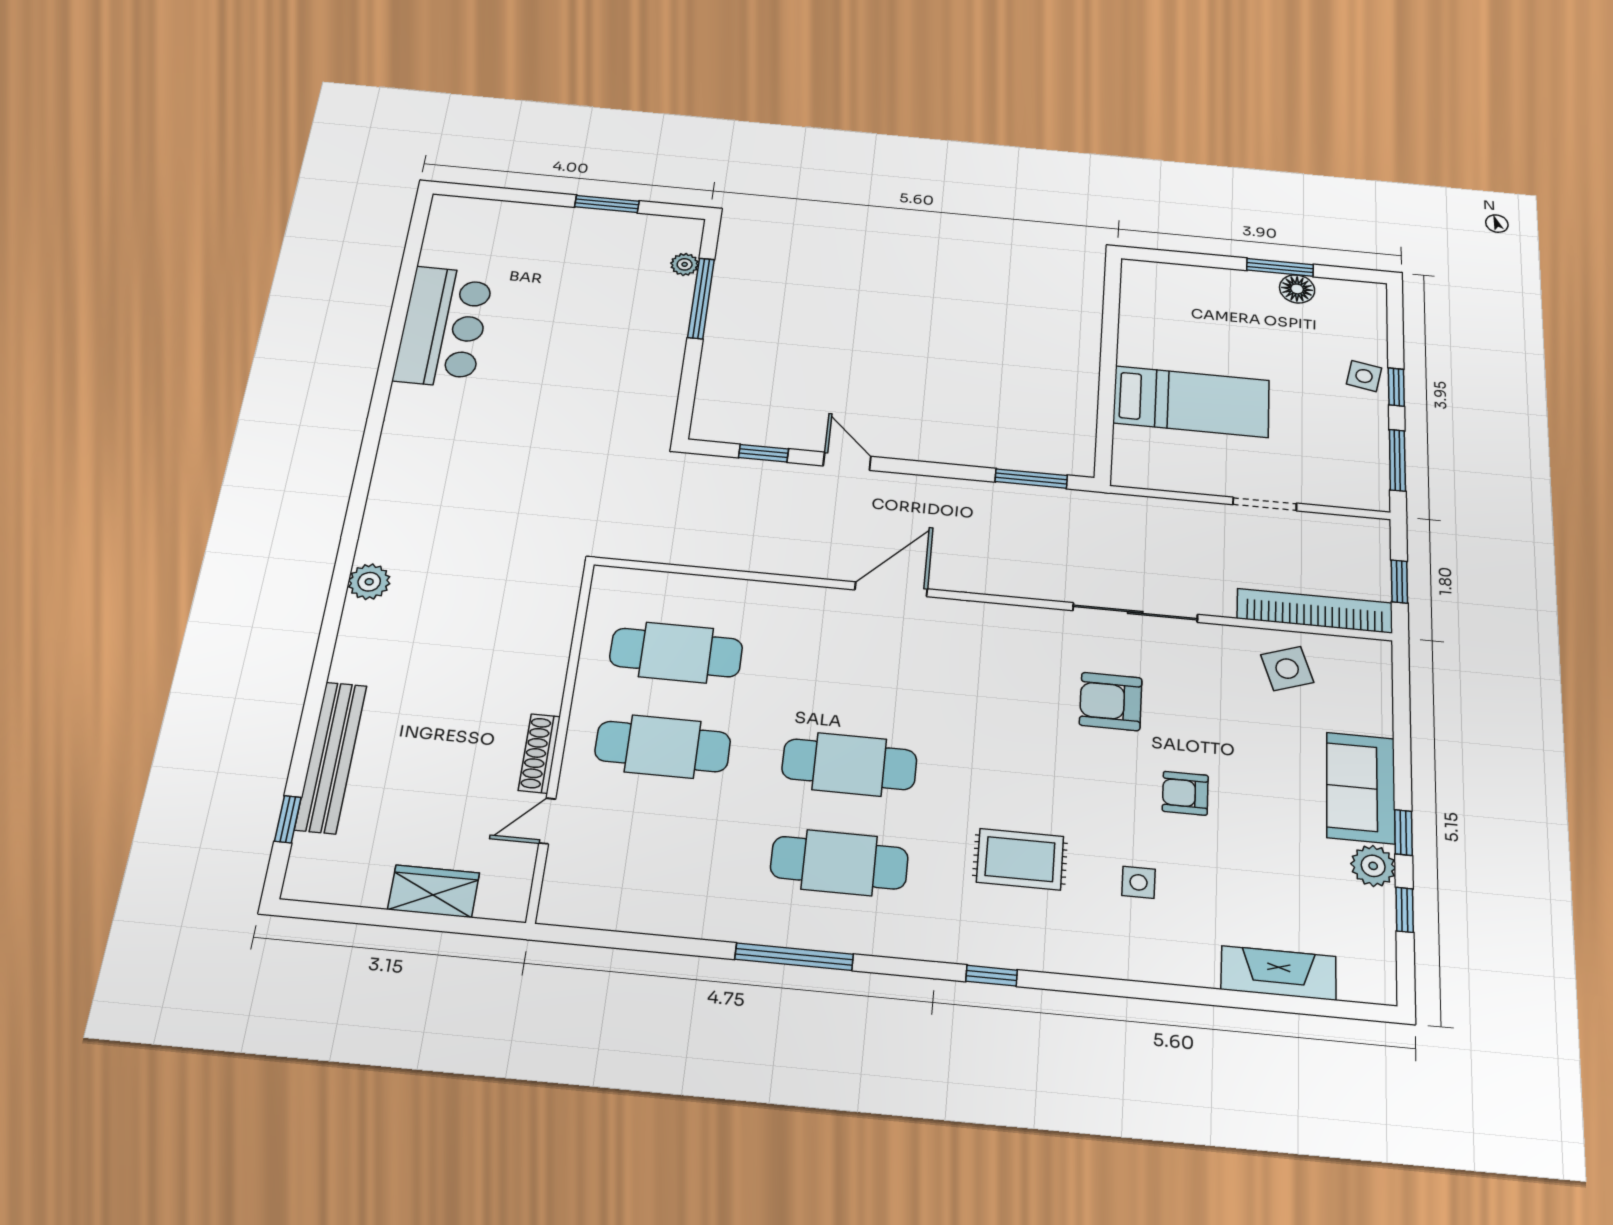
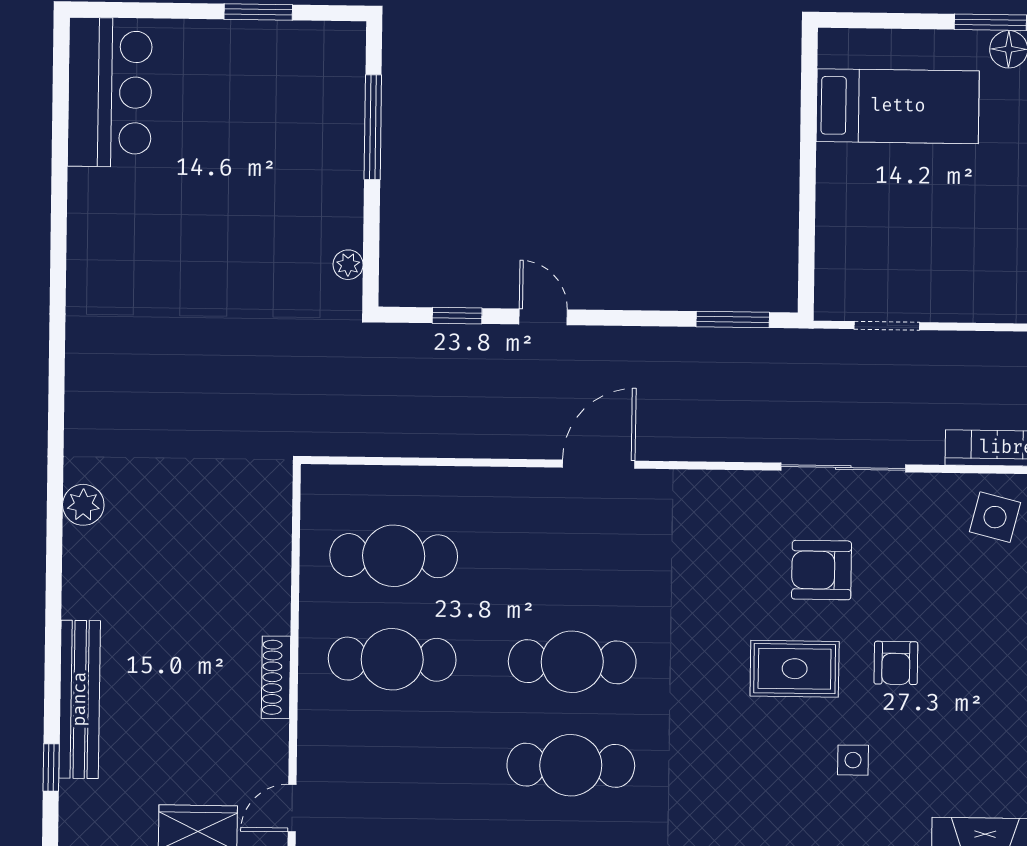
plant: (685, 264) -> (348, 265), moved
bar counter: (444, 327) -> (110, 92), moved
bed: (1191, 402) -> (898, 106), moved
doorway: (1265, 504) -> (887, 326), moved
side table: (1287, 669) -> (995, 517), turned 33
armchair: (1185, 793) -> (896, 663), turned -90
door: (547, 821) -> (292, 808), moved
rug: (1020, 859) -> (795, 669), moved

